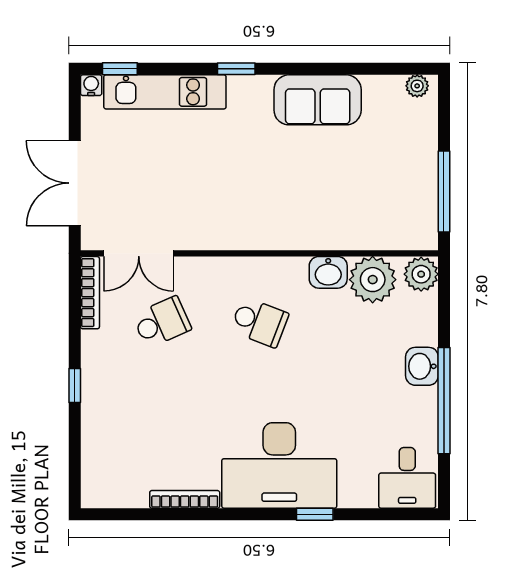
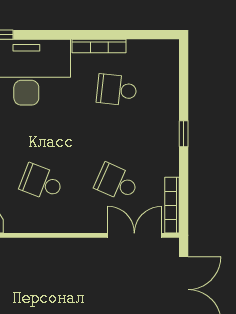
school desk: (162, 322) -> (117, 182), turned 48
school desk: (162, 442) -> (117, 90), added

